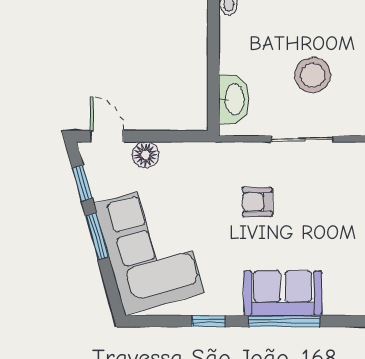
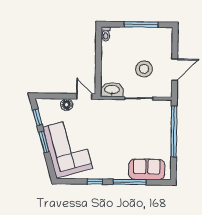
washbasin: (234, 99) -> (112, 90), moved, turned -90
door: (107, 136) -> (84, 96), moved
armchair: (257, 202) -> (118, 127), removed
sofa: (283, 293) -> (147, 169), moved

